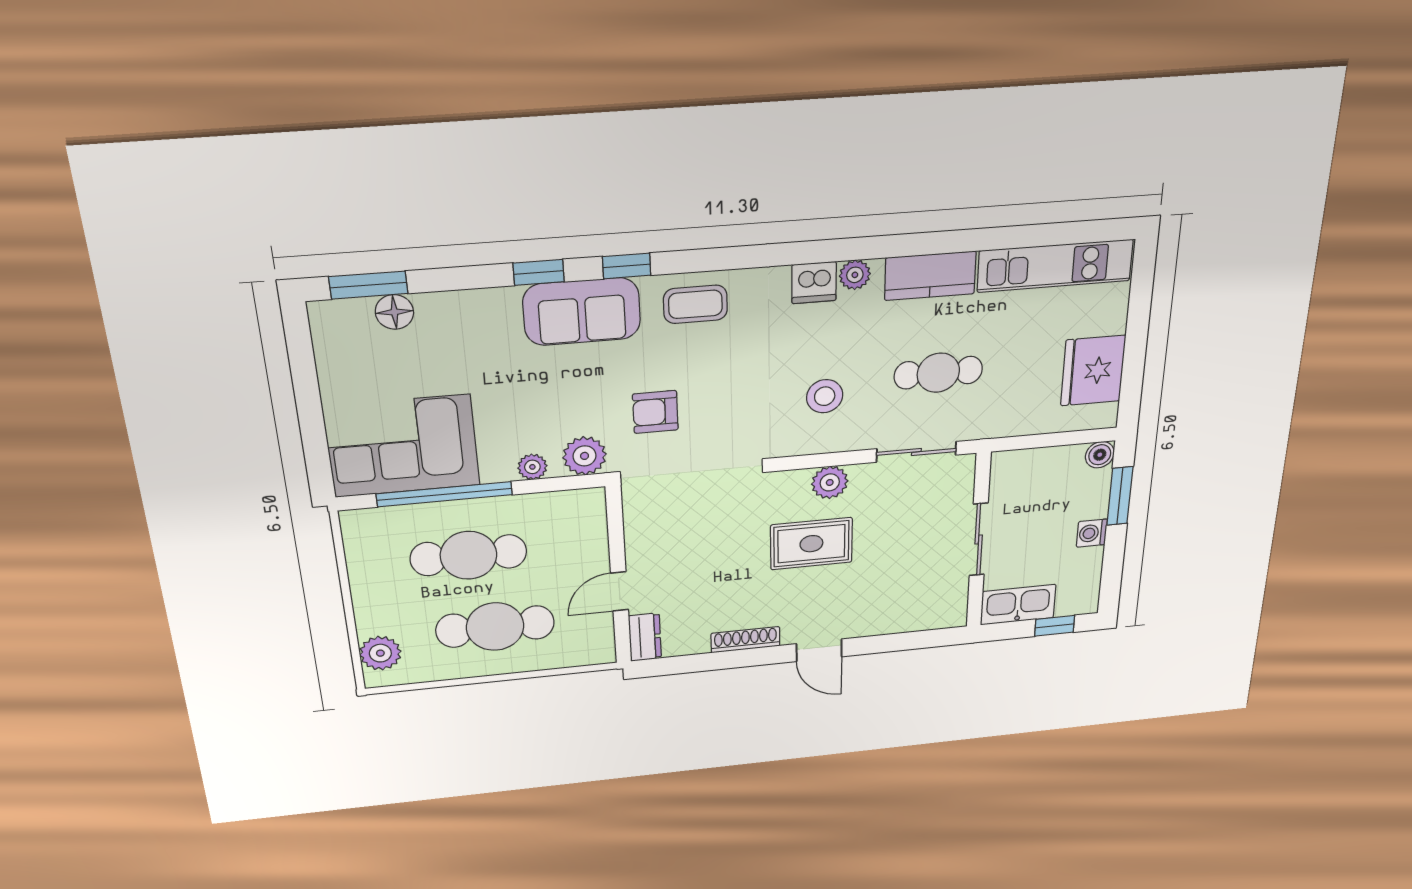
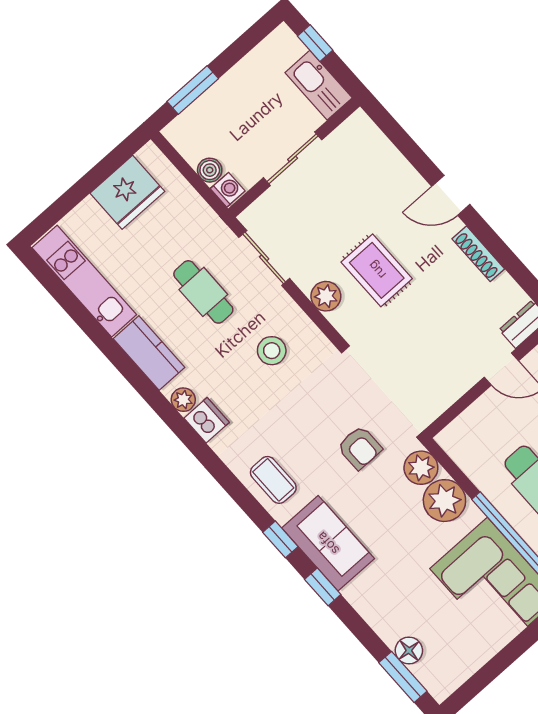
boiler: (1100, 455) -> (210, 170), moved
plant: (532, 467) -> (444, 501), width x1.87, depth x1.87
washing machine: (1092, 533) -> (228, 190), moved, turned -90
door: (819, 650) -> (451, 195), swing flipped

